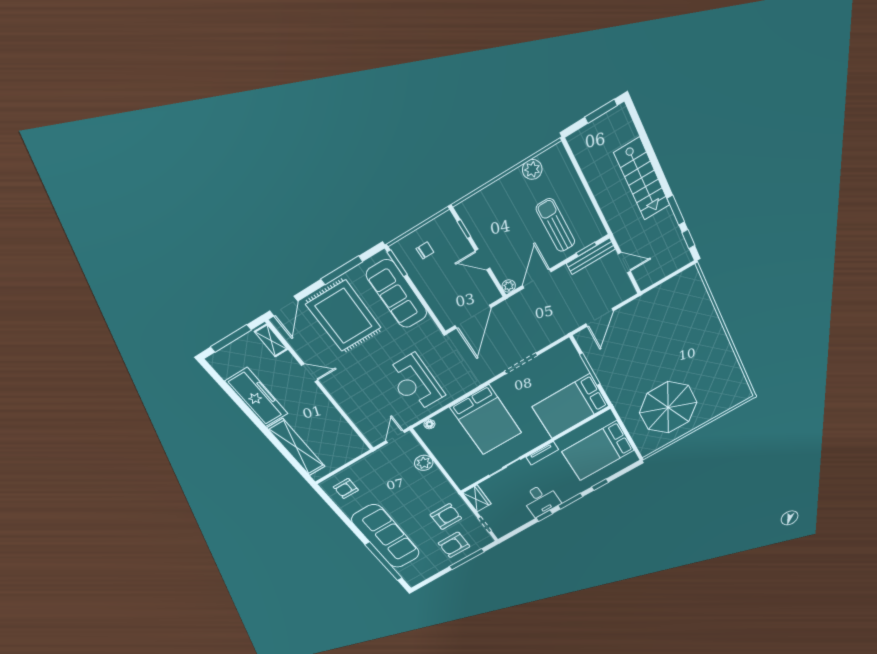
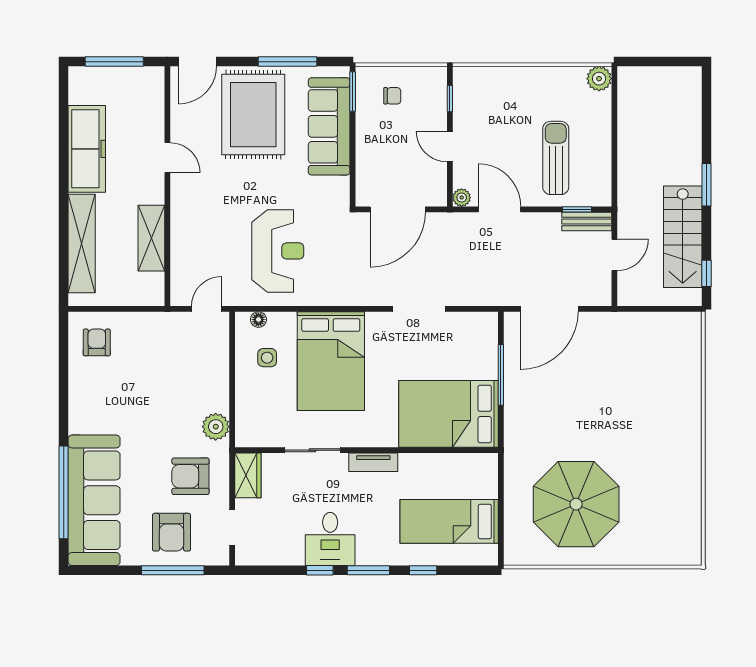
window: (601, 111) -> (671, 62), removed
plant: (532, 169) -> (599, 79), moved
stairs: (642, 179) -> (683, 237), moved
window: (676, 210) -> (706, 185), moved
bench: (591, 256) -> (587, 222), width x0.73
door: (624, 263) -> (614, 255), hinge flipped
door: (537, 279) -> (499, 209), hinge flipped
door: (600, 317) -> (549, 309), width x1.36
shelving: (271, 341) -> (151, 238), moved, width x1.50, depth x1.33
reception desk: (415, 383) -> (278, 251), turned 180
side table: (448, 440) -> (267, 358), added
bed: (598, 451) -> (449, 521), width x0.67
plant: (424, 463) -> (216, 427), moved
armchair: (346, 489) -> (97, 342), turned 90
armchair: (446, 517) -> (190, 476), turned 180
sofa: (386, 537) -> (94, 500), moved
armchair: (454, 545) -> (171, 532), turned -90

